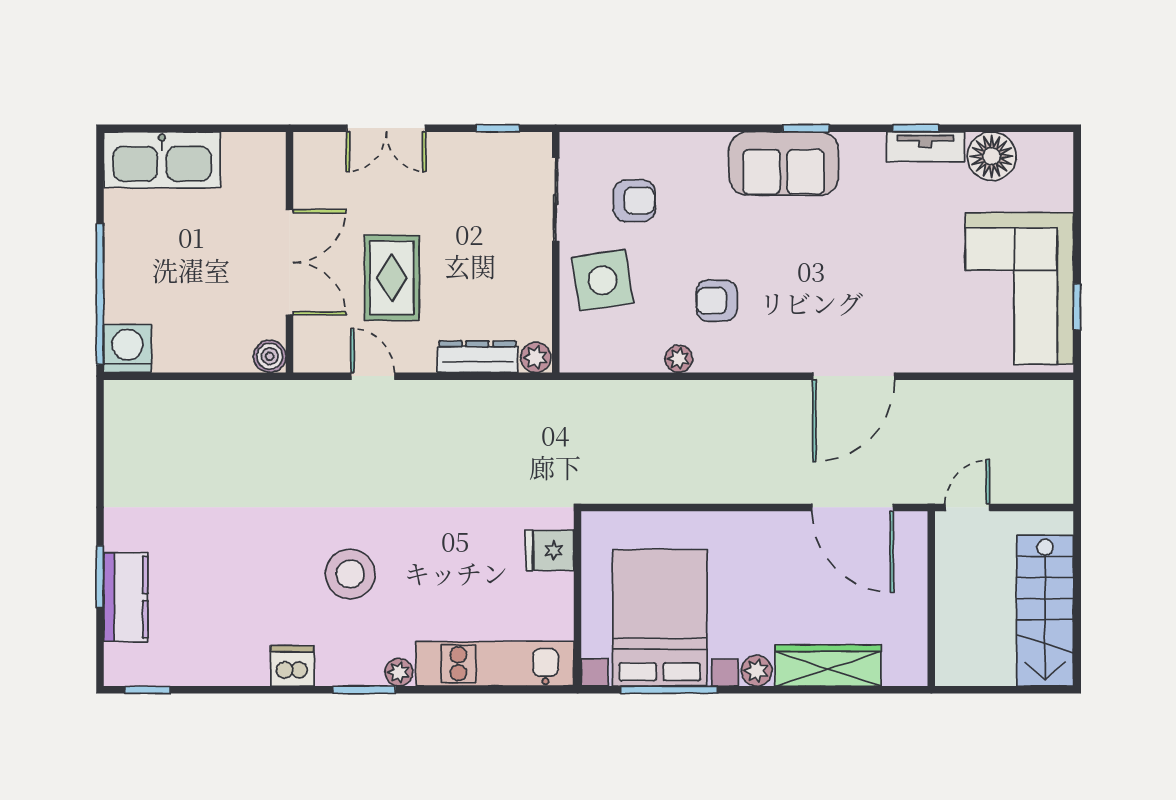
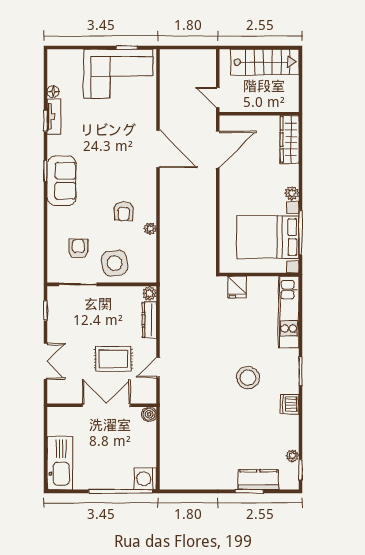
floor lamp: (992, 156) -> (53, 92), width x0.53, depth x0.53
wardrobe: (828, 666) -> (290, 140), moved
plant: (399, 672) -> (293, 456), moved

